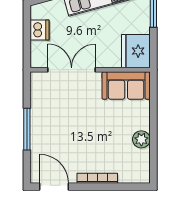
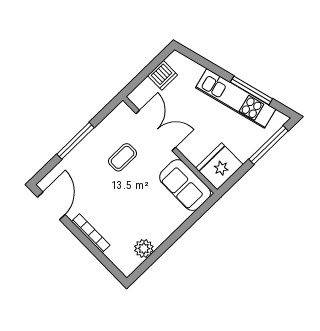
coffee table: (68, 109) -> (123, 157), added
plant: (141, 139) -> (144, 248), moved

